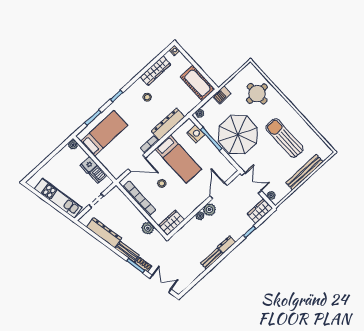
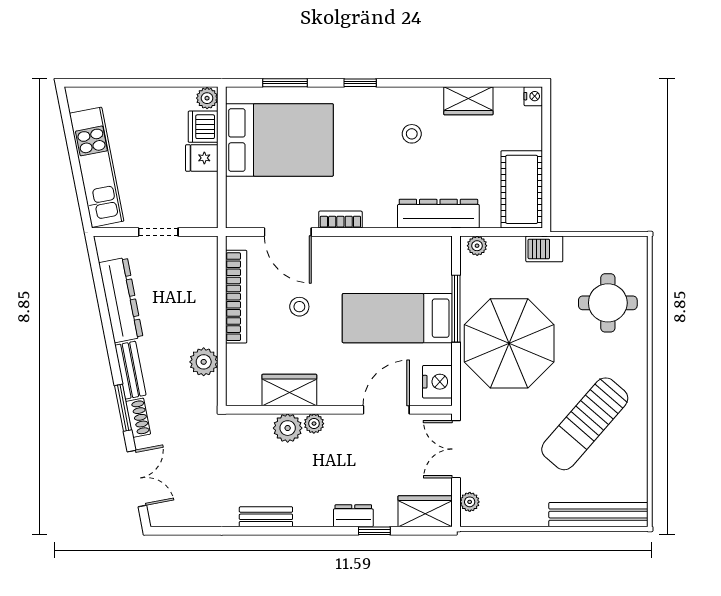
wardrobe: (155, 71) -> (468, 101), width x0.67
dresser: (168, 124) -> (438, 214), moved
bed: (104, 133) -> (279, 140), width x1.50
nightstand: (196, 134) -> (437, 382), moved
sun lounger: (285, 138) -> (585, 424), turned -139
bed: (178, 159) -> (397, 318), moved, turned 90
bench: (304, 172) -> (598, 515), moved
dishwasher: (98, 174) -> (203, 127), moved
double door: (252, 183) -> (456, 449), swing flipped
plant: (209, 210) -> (288, 428), moved
wardrobe: (171, 223) -> (289, 390), moved
dresser: (227, 244) -> (353, 516), moved

